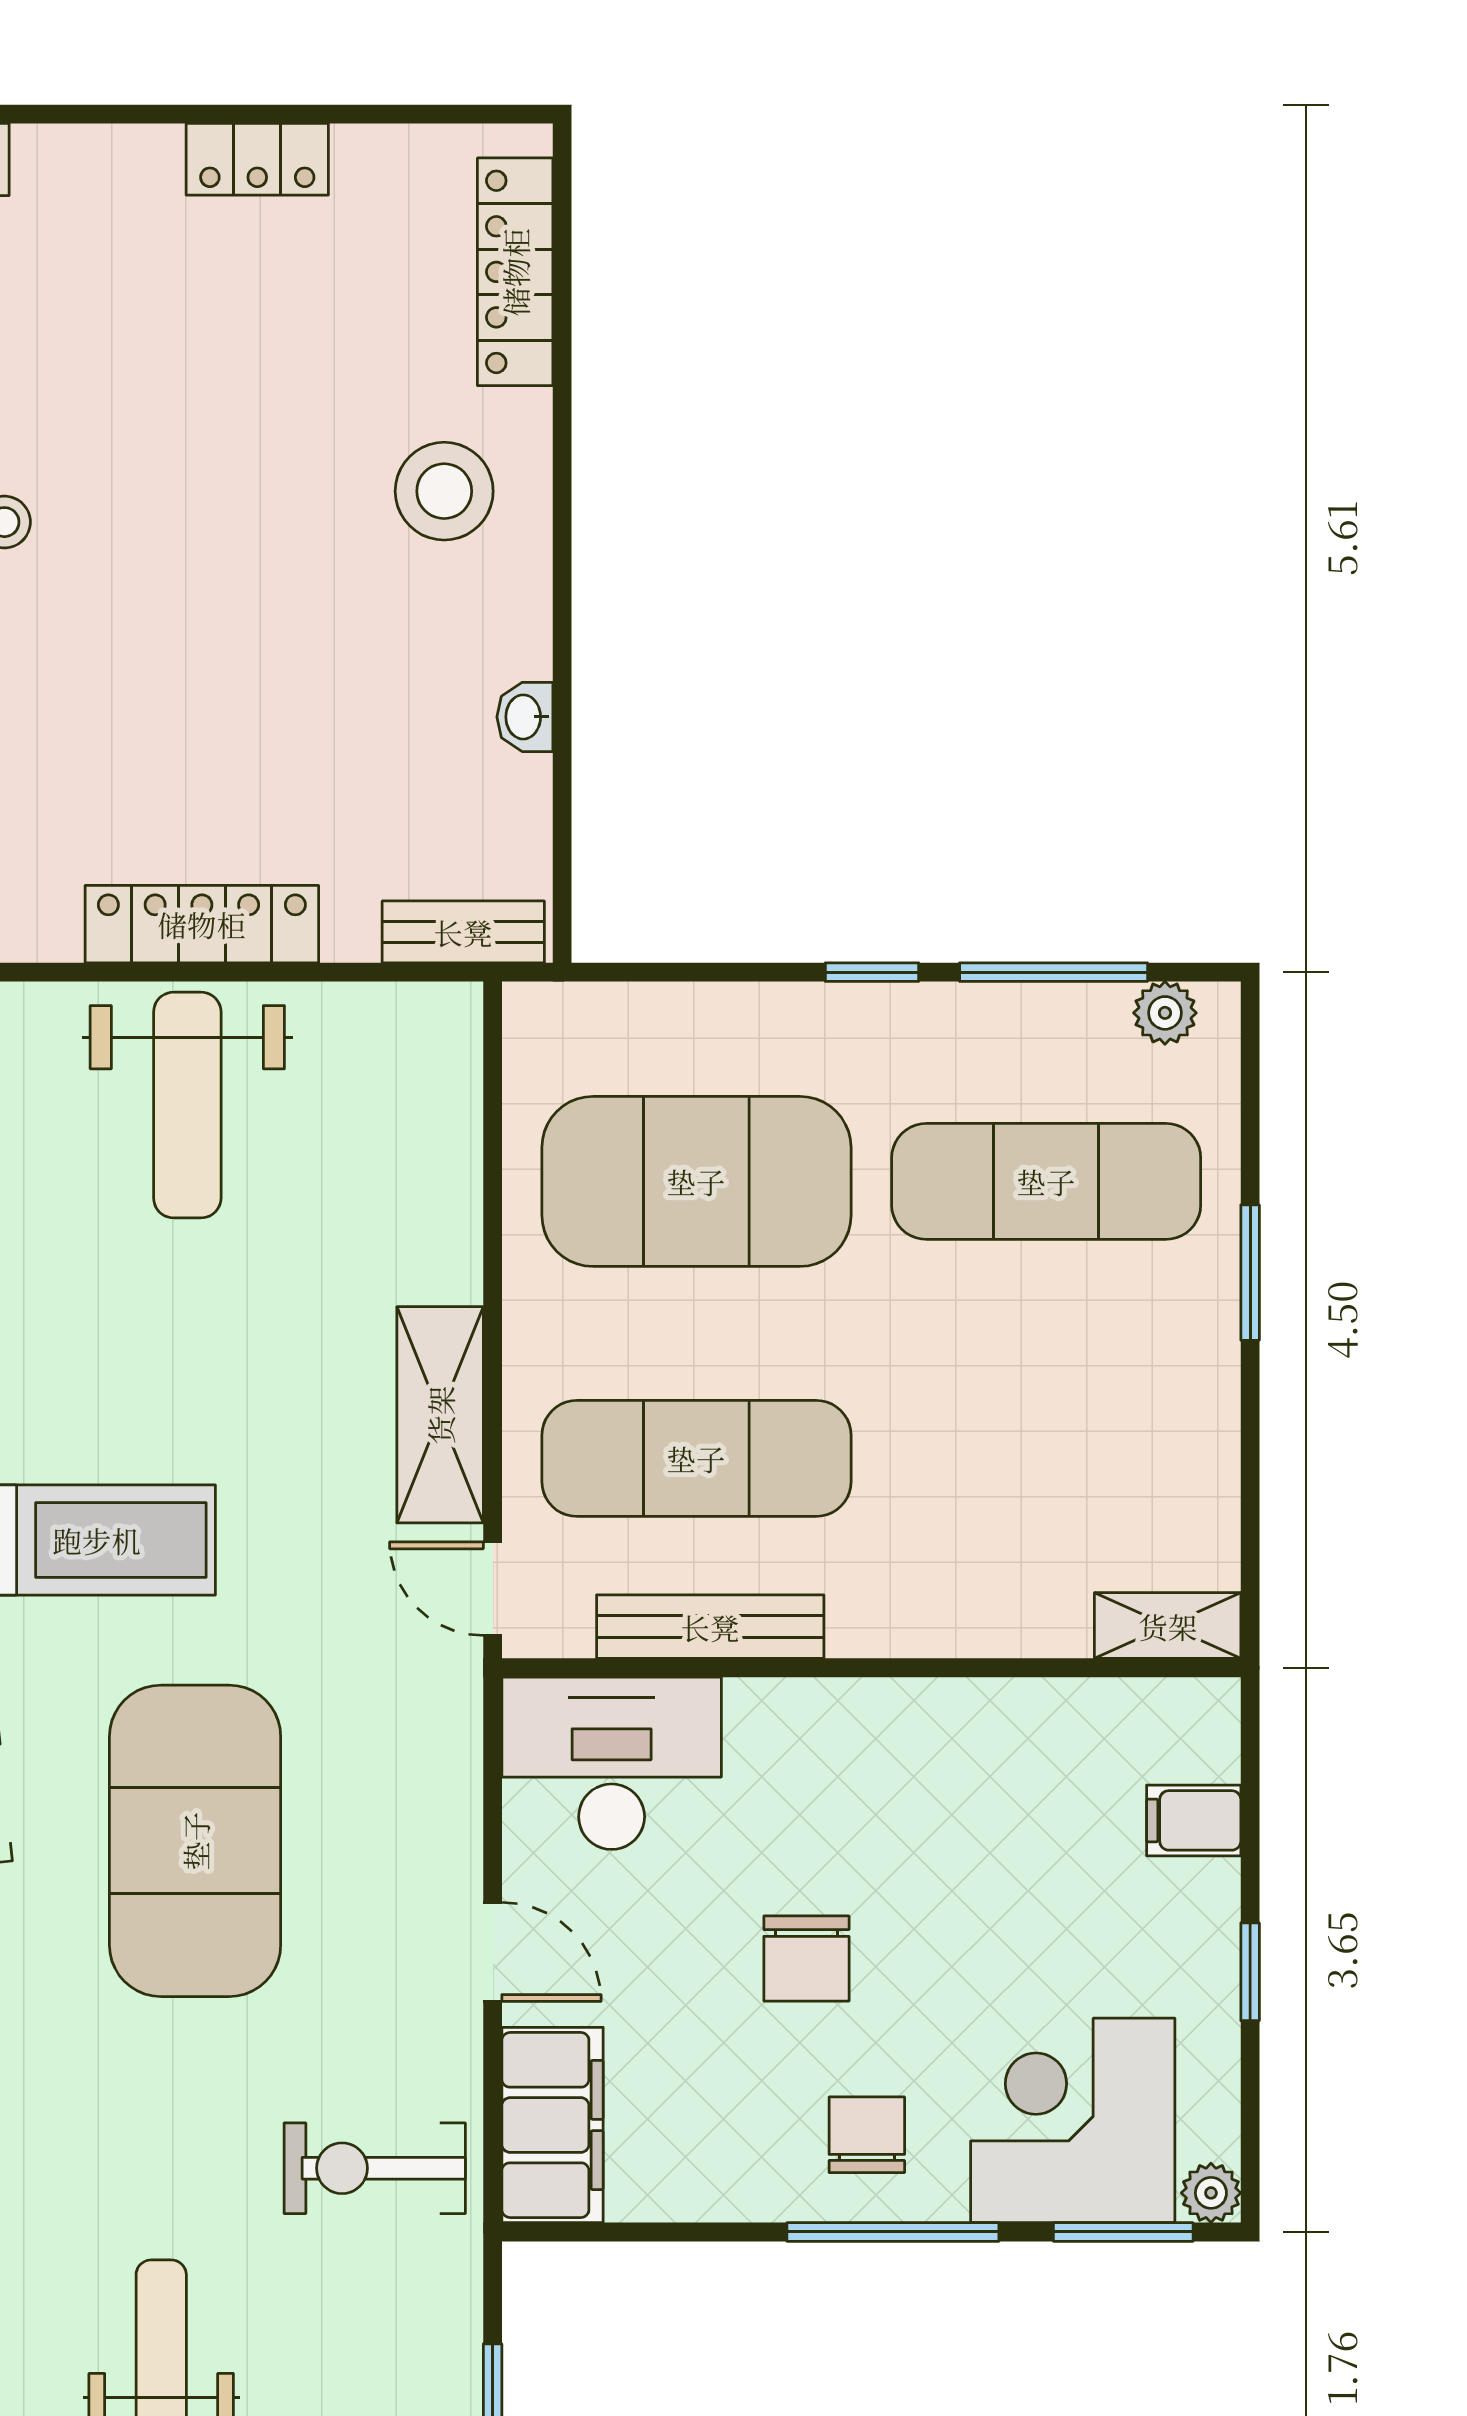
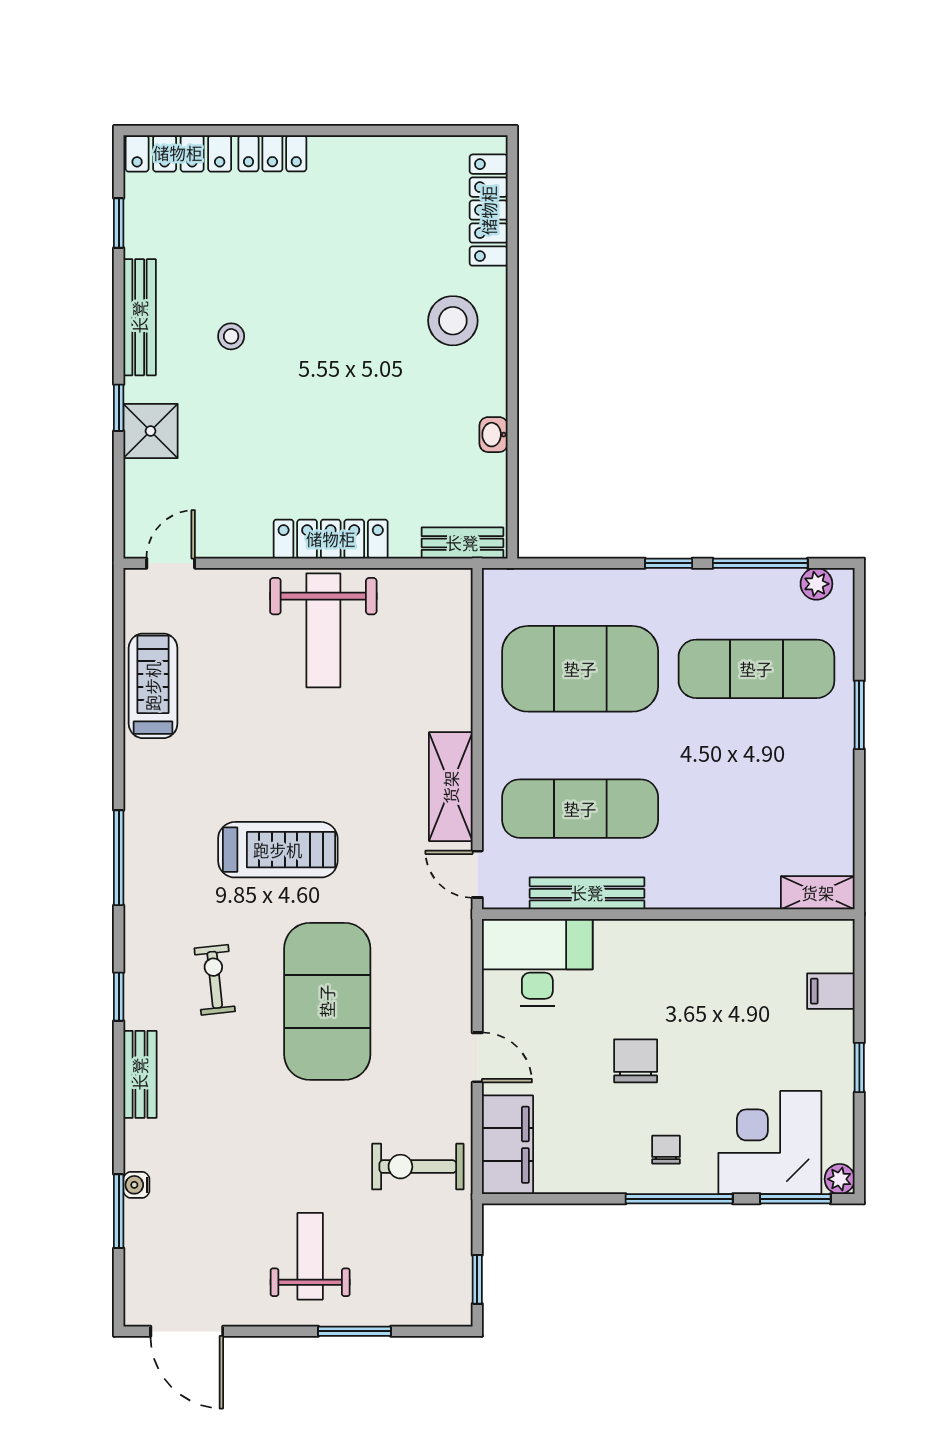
locker: (257, 159) -> (272, 153), moved
chair: (806, 1958) -> (636, 1061), turned 180
chair: (867, 2135) -> (666, 1150), width x0.73, depth x0.73

